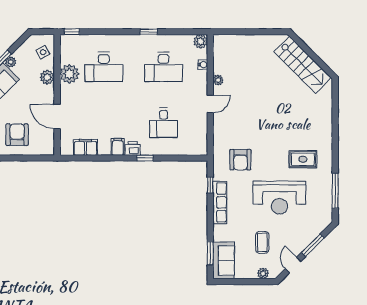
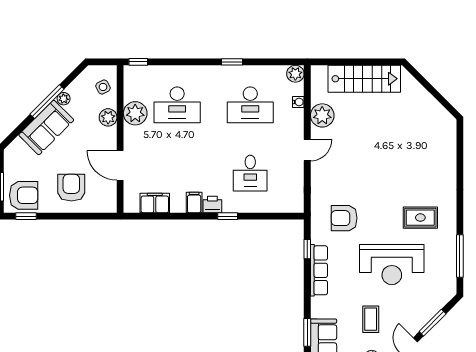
stairs: (303, 65) -> (364, 79), moved, turned -45
plant: (218, 80) -> (322, 115), width x1.87, depth x1.87
armchair: (240, 160) -> (344, 218), turned 90

